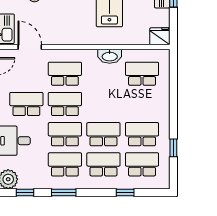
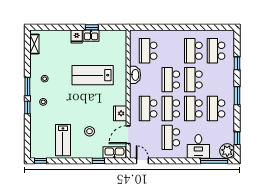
fridge: (160, 36) -> (120, 113), moved
window: (173, 148) -> (204, 27), removed
school desk: (103, 164) -> (171, 80), moved
window: (64, 192) -> (237, 96), moved

